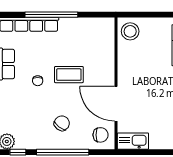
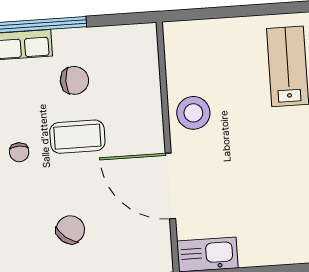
stool: (130, 31) -> (193, 113), moved
chair: (101, 135) -> (74, 80), moved

